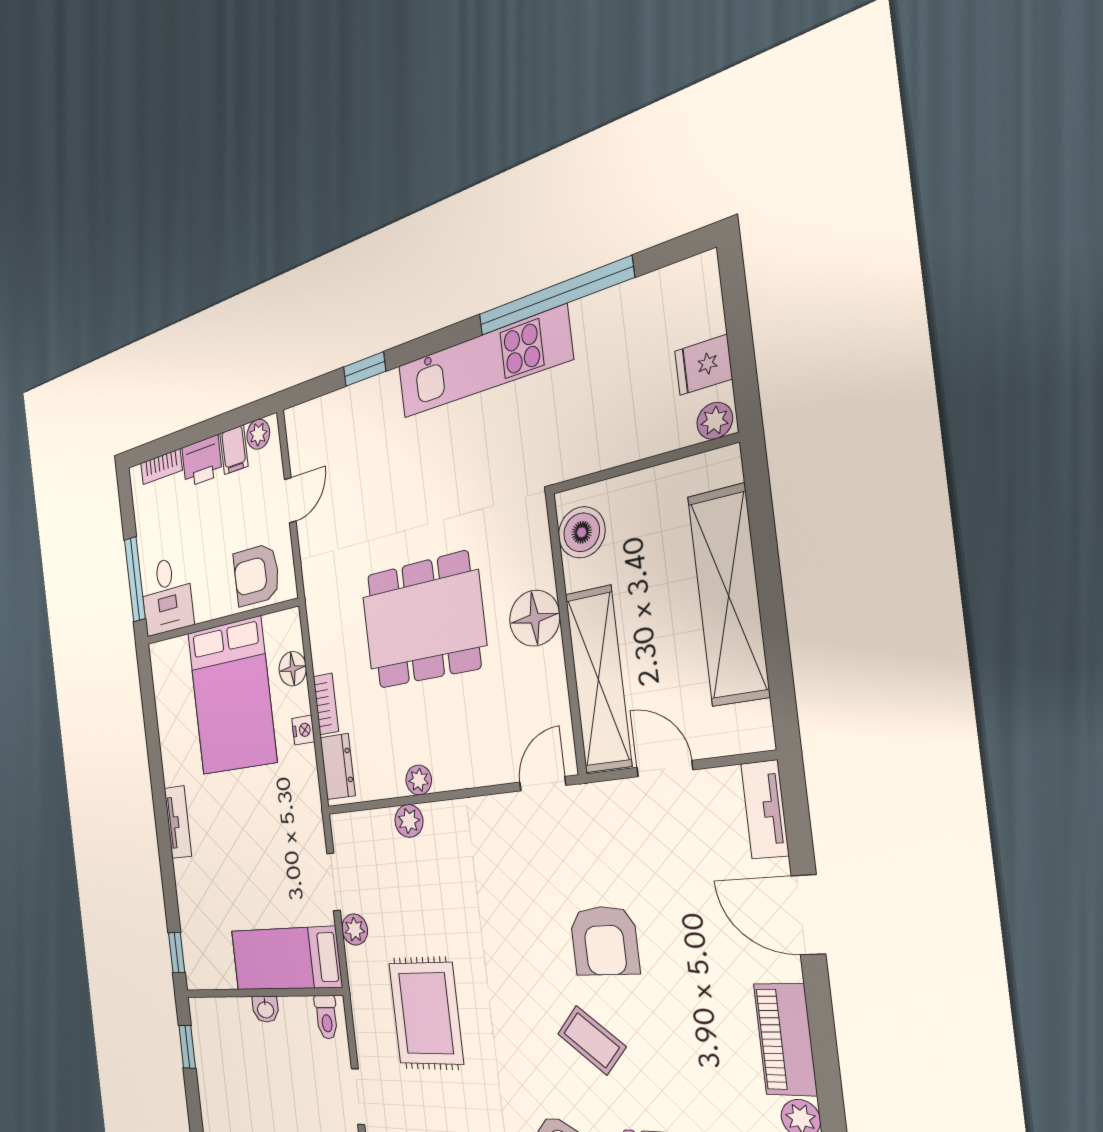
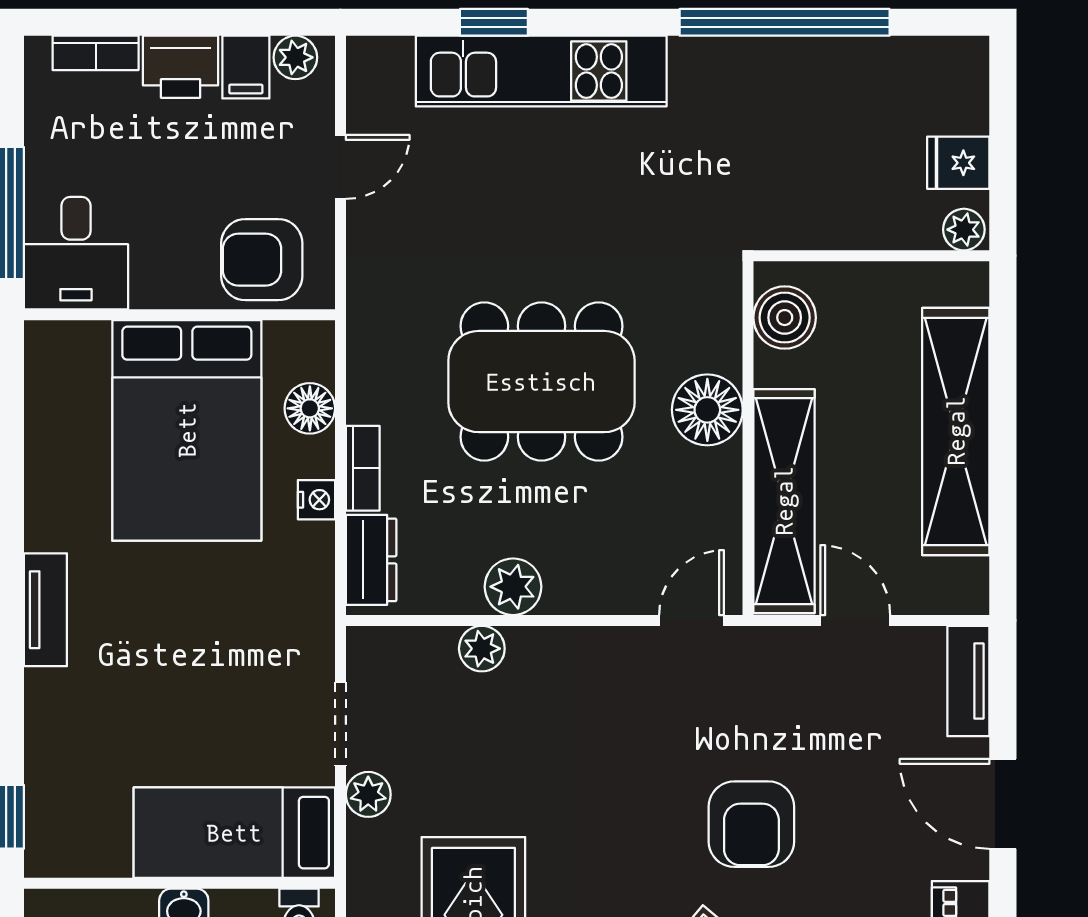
kitchen unit: (482, 363) -> (541, 71), moved
plant: (419, 780) -> (513, 587), width x1.38, depth x1.38

